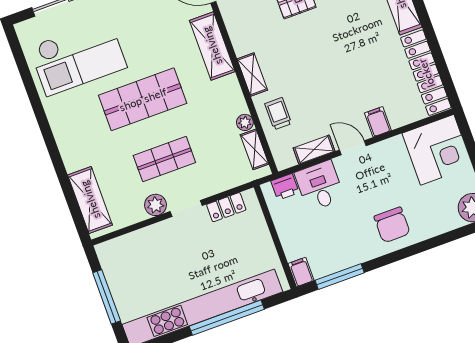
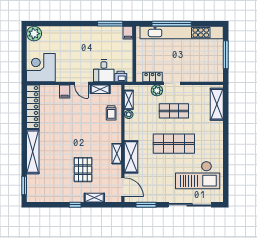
checkout: (78, 57) -> (198, 175), turned 180
shelving: (252, 75) -> (117, 154), moved
plant: (155, 205) -> (157, 90), moved
chair: (392, 225) -> (76, 39), removed

